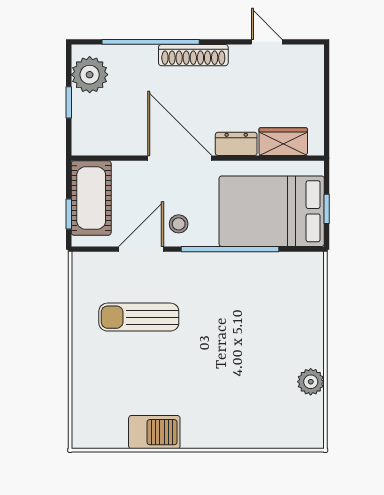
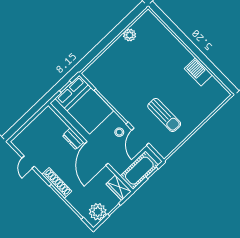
wardrobe: (283, 142) -> (119, 188), moved
door: (141, 249) -> (140, 137), hinge flipped

